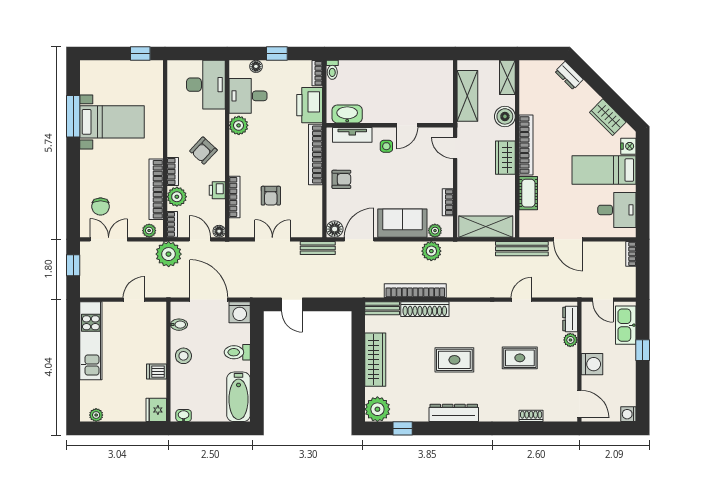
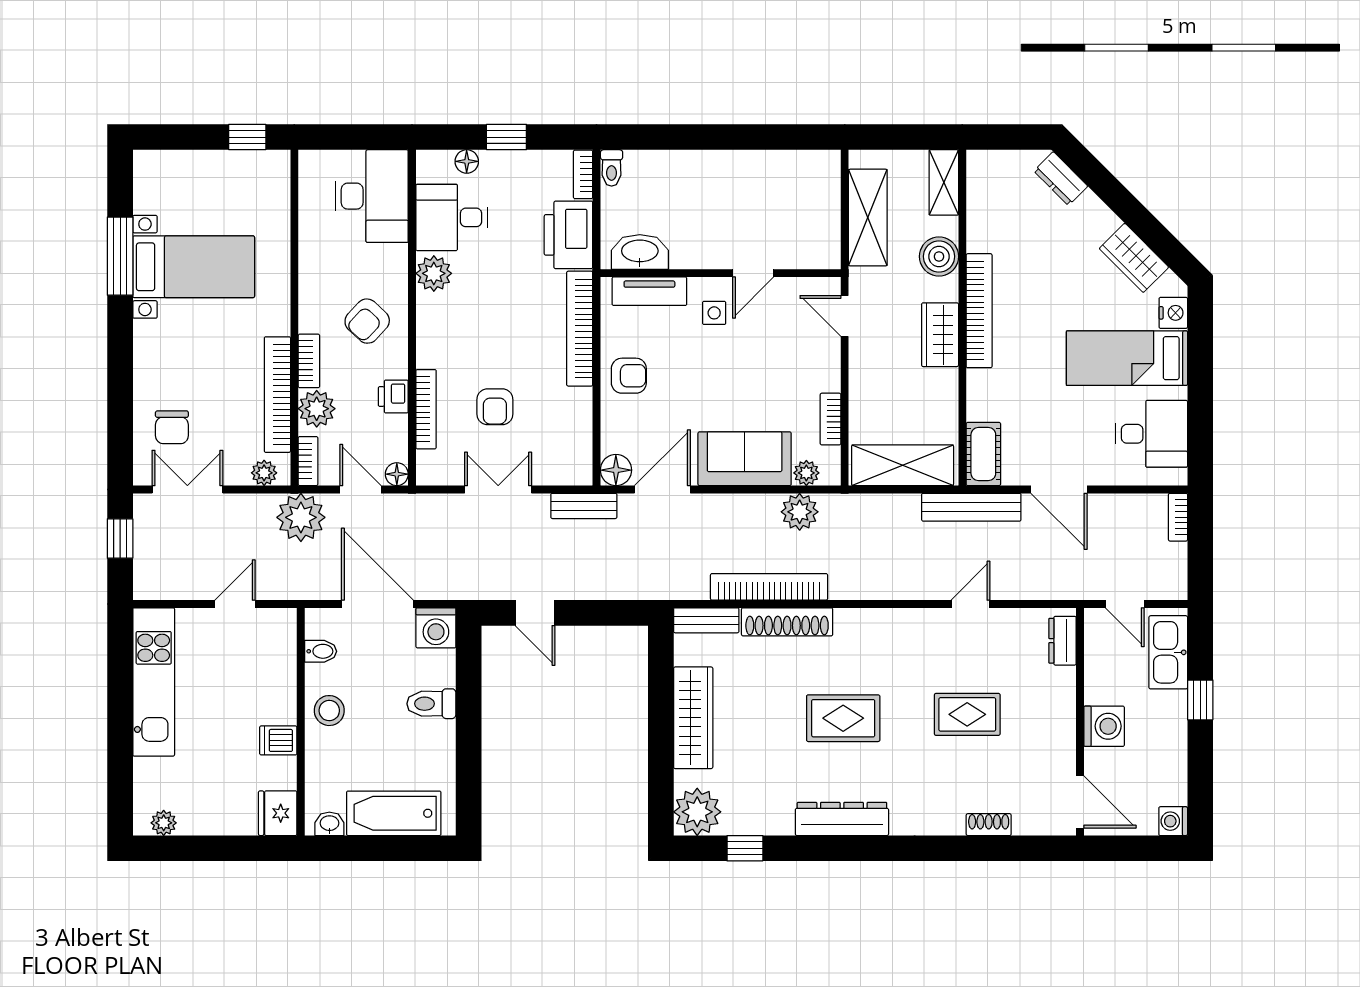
cot: (528, 193) -> (983, 454), moved
plant: (570, 340) -> (1063, 680), removed
bathtub: (239, 397) -> (394, 813), moved, turned 90

